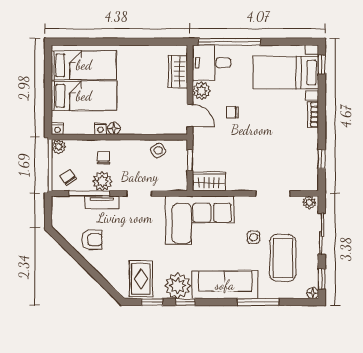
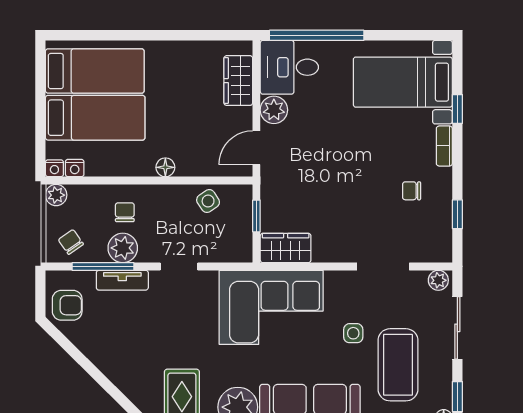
window: (322, 65) -> (457, 109), moved
chair: (232, 112) -> (412, 191), moved
door: (190, 116) -> (256, 148), swing flipped
floor lamp: (114, 128) -> (165, 167), moved
nightstand: (100, 129) -> (75, 168), moved
armchair: (92, 240) -> (67, 305), moved

